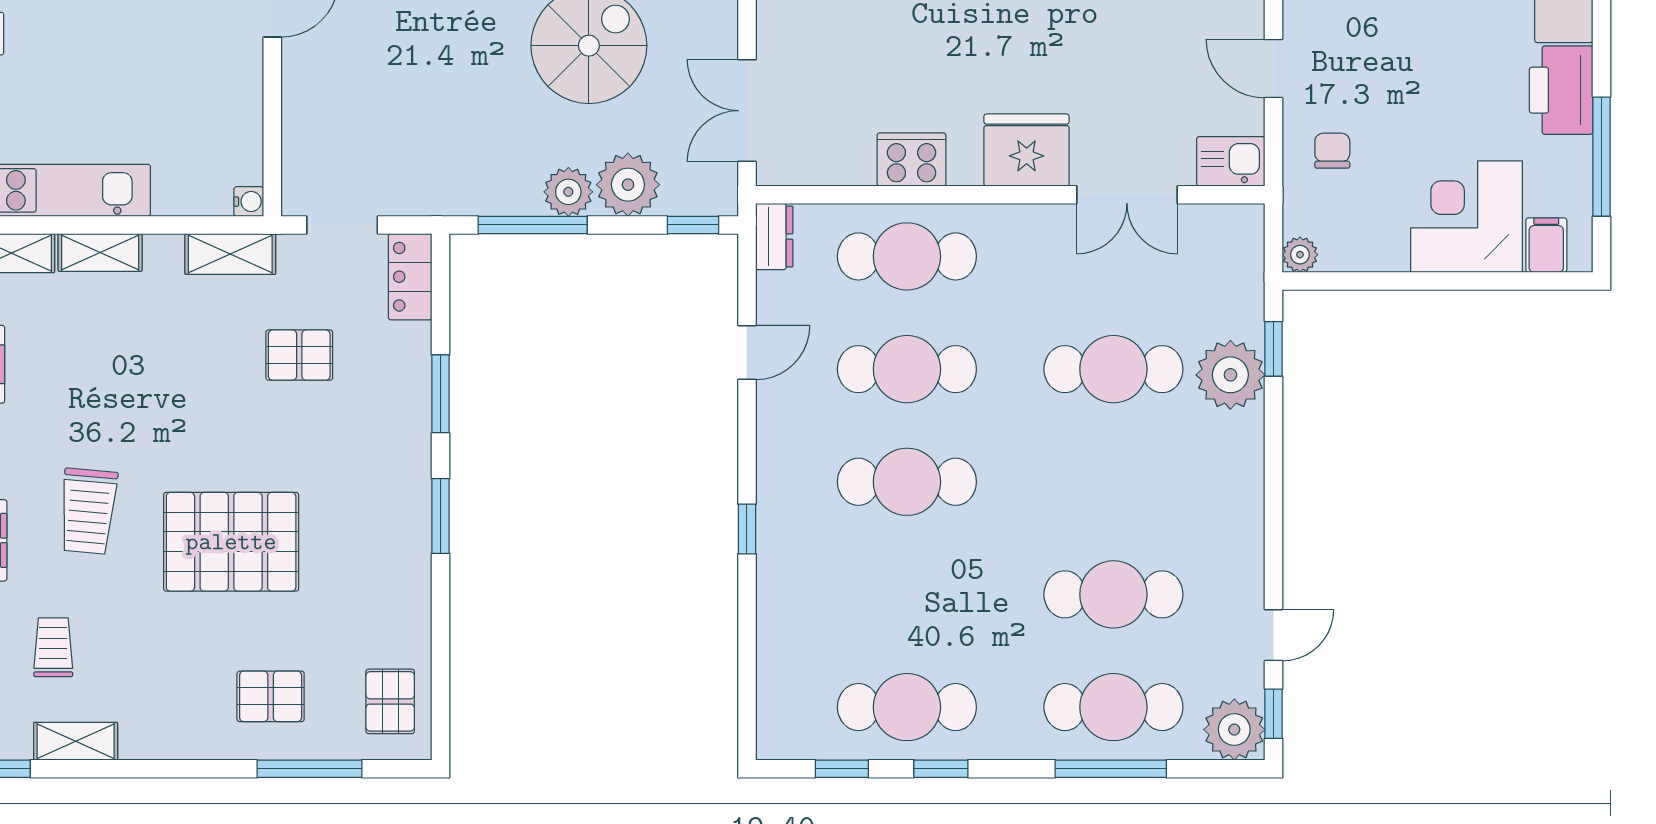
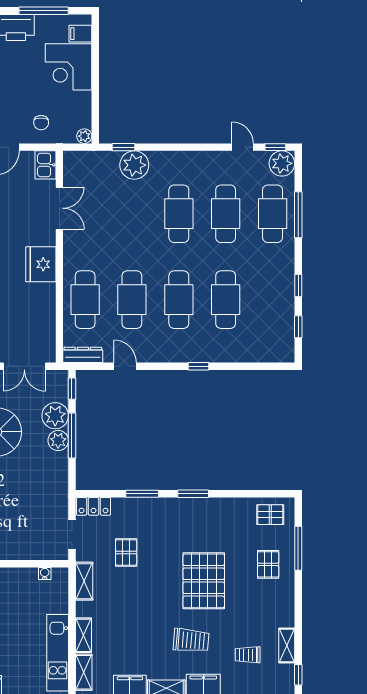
fridge: (1027, 150) -> (41, 264), moved
chair: (1332, 151) -> (41, 123), turned -90
cooker: (912, 160) -> (45, 298), removed
water cooler: (249, 202) -> (45, 573), moved
window: (533, 225) -> (72, 435), moved
dresser: (774, 237) -> (83, 355), width x1.44
cafe table: (1113, 369) -> (179, 214), moved
cafe table: (907, 707) -> (226, 300), moved

